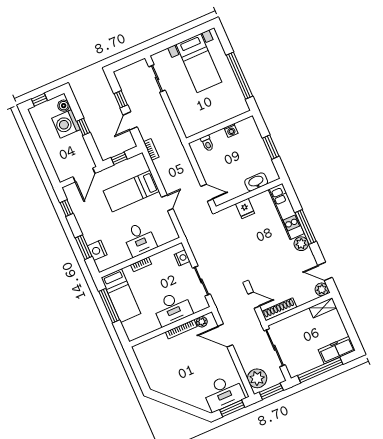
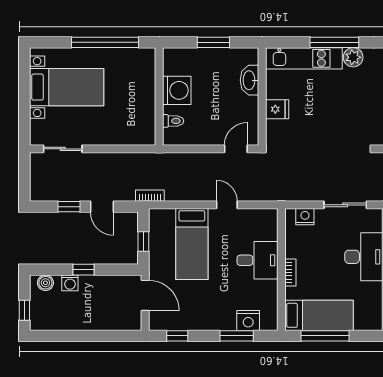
washing machine: (66, 124) -> (70, 283), width x0.53, depth x0.53
washing machine: (231, 130) -> (177, 90), width x1.89, depth x1.89

